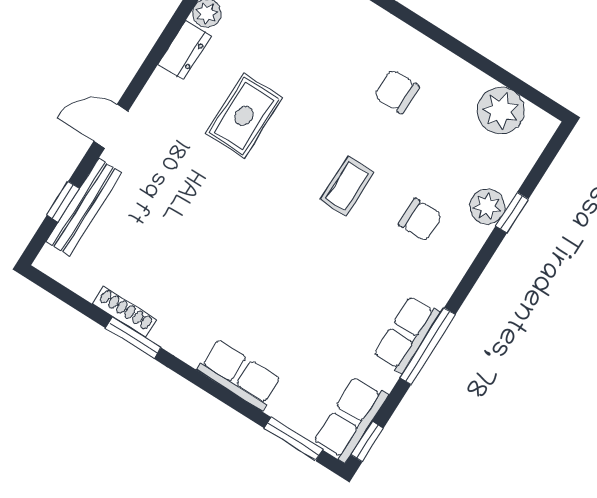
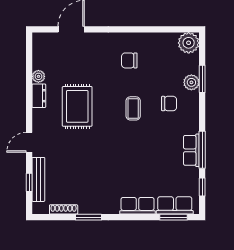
plant: (501, 111) -> (189, 43), moved
rug: (244, 116) -> (77, 106), width x1.36, depth x1.43
window: (512, 213) -> (202, 79), width x1.50
shoe rack: (125, 312) -> (64, 209), moved
row of seats: (351, 419) -> (175, 205), moved, turned 90
window: (367, 442) -> (202, 187), moved

